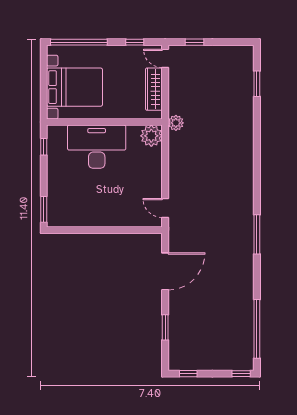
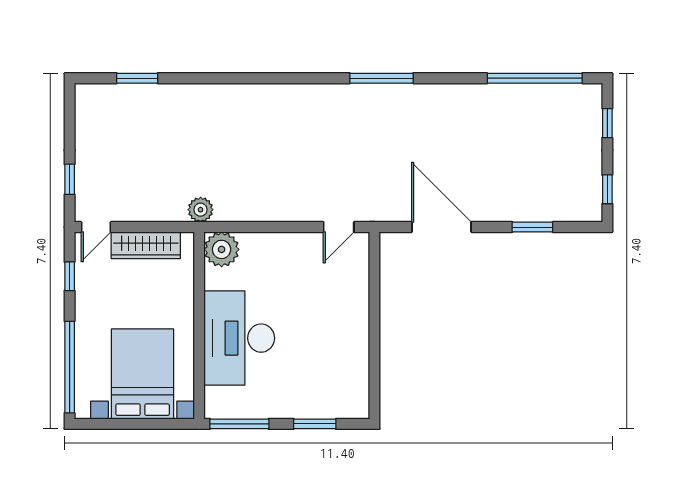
window: (44, 147) -> (239, 424), width x2.17
window: (44, 209) -> (315, 424), moved
window: (241, 374) -> (607, 123), moved

